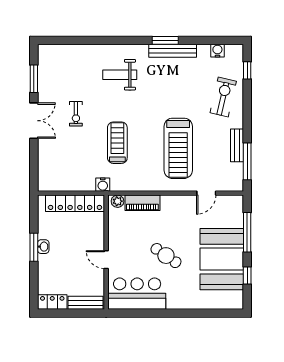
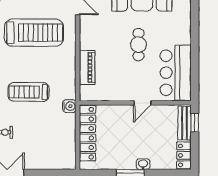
plant: (118, 201) -> (86, 92), removed
washbasin: (43, 247) -> (143, 164), moved
cafe table: (166, 256) -> (138, 45), turned -35
window: (86, 313) -> (195, 123), added

